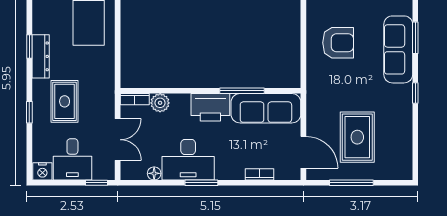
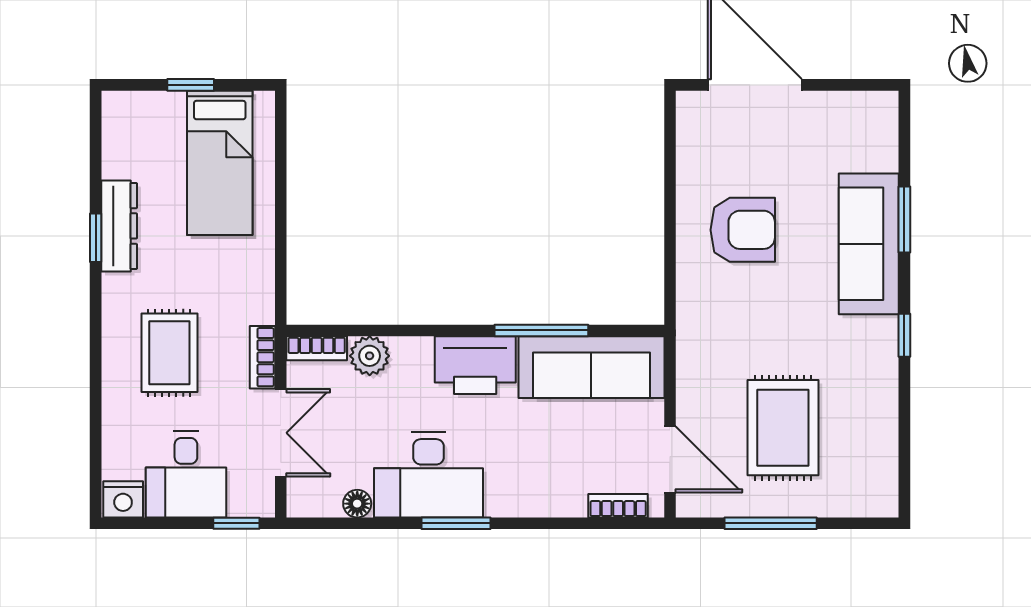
dresser: (41, 56) -> (119, 226), moved
bookcase: (109, 104) -> (263, 357), added
window: (29, 112) -> (96, 376), removed
bookcase: (259, 174) -> (618, 506), moved

